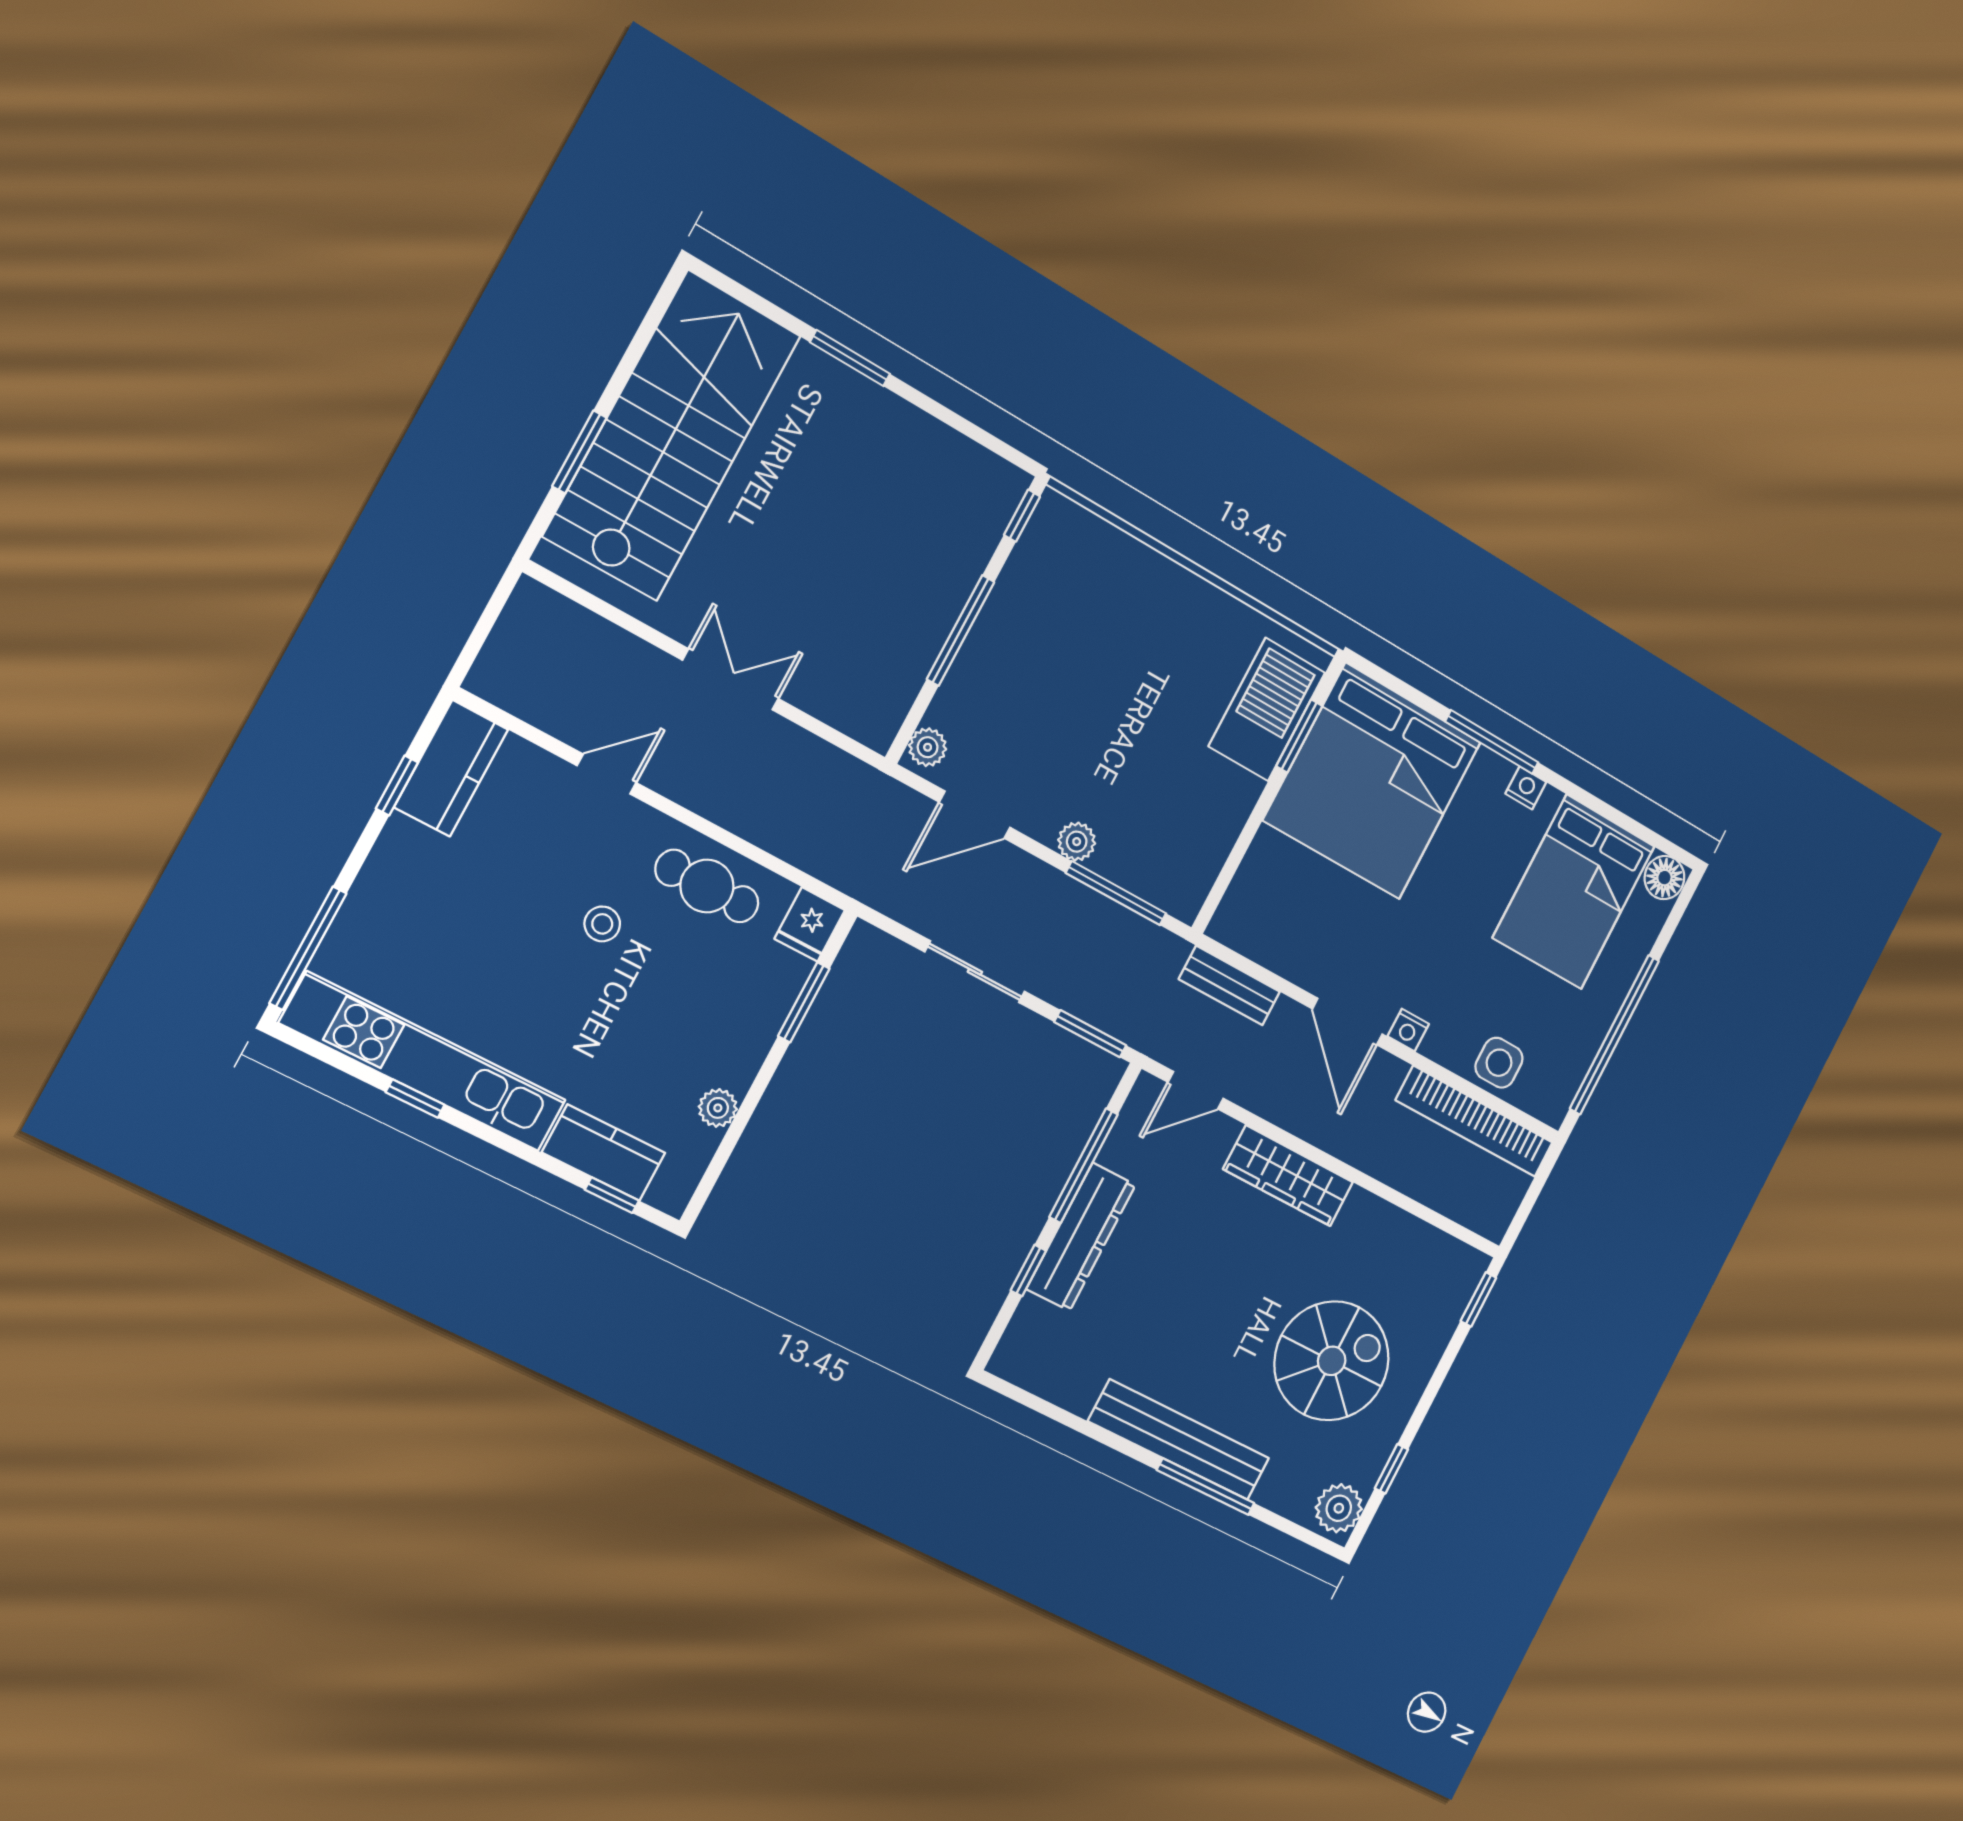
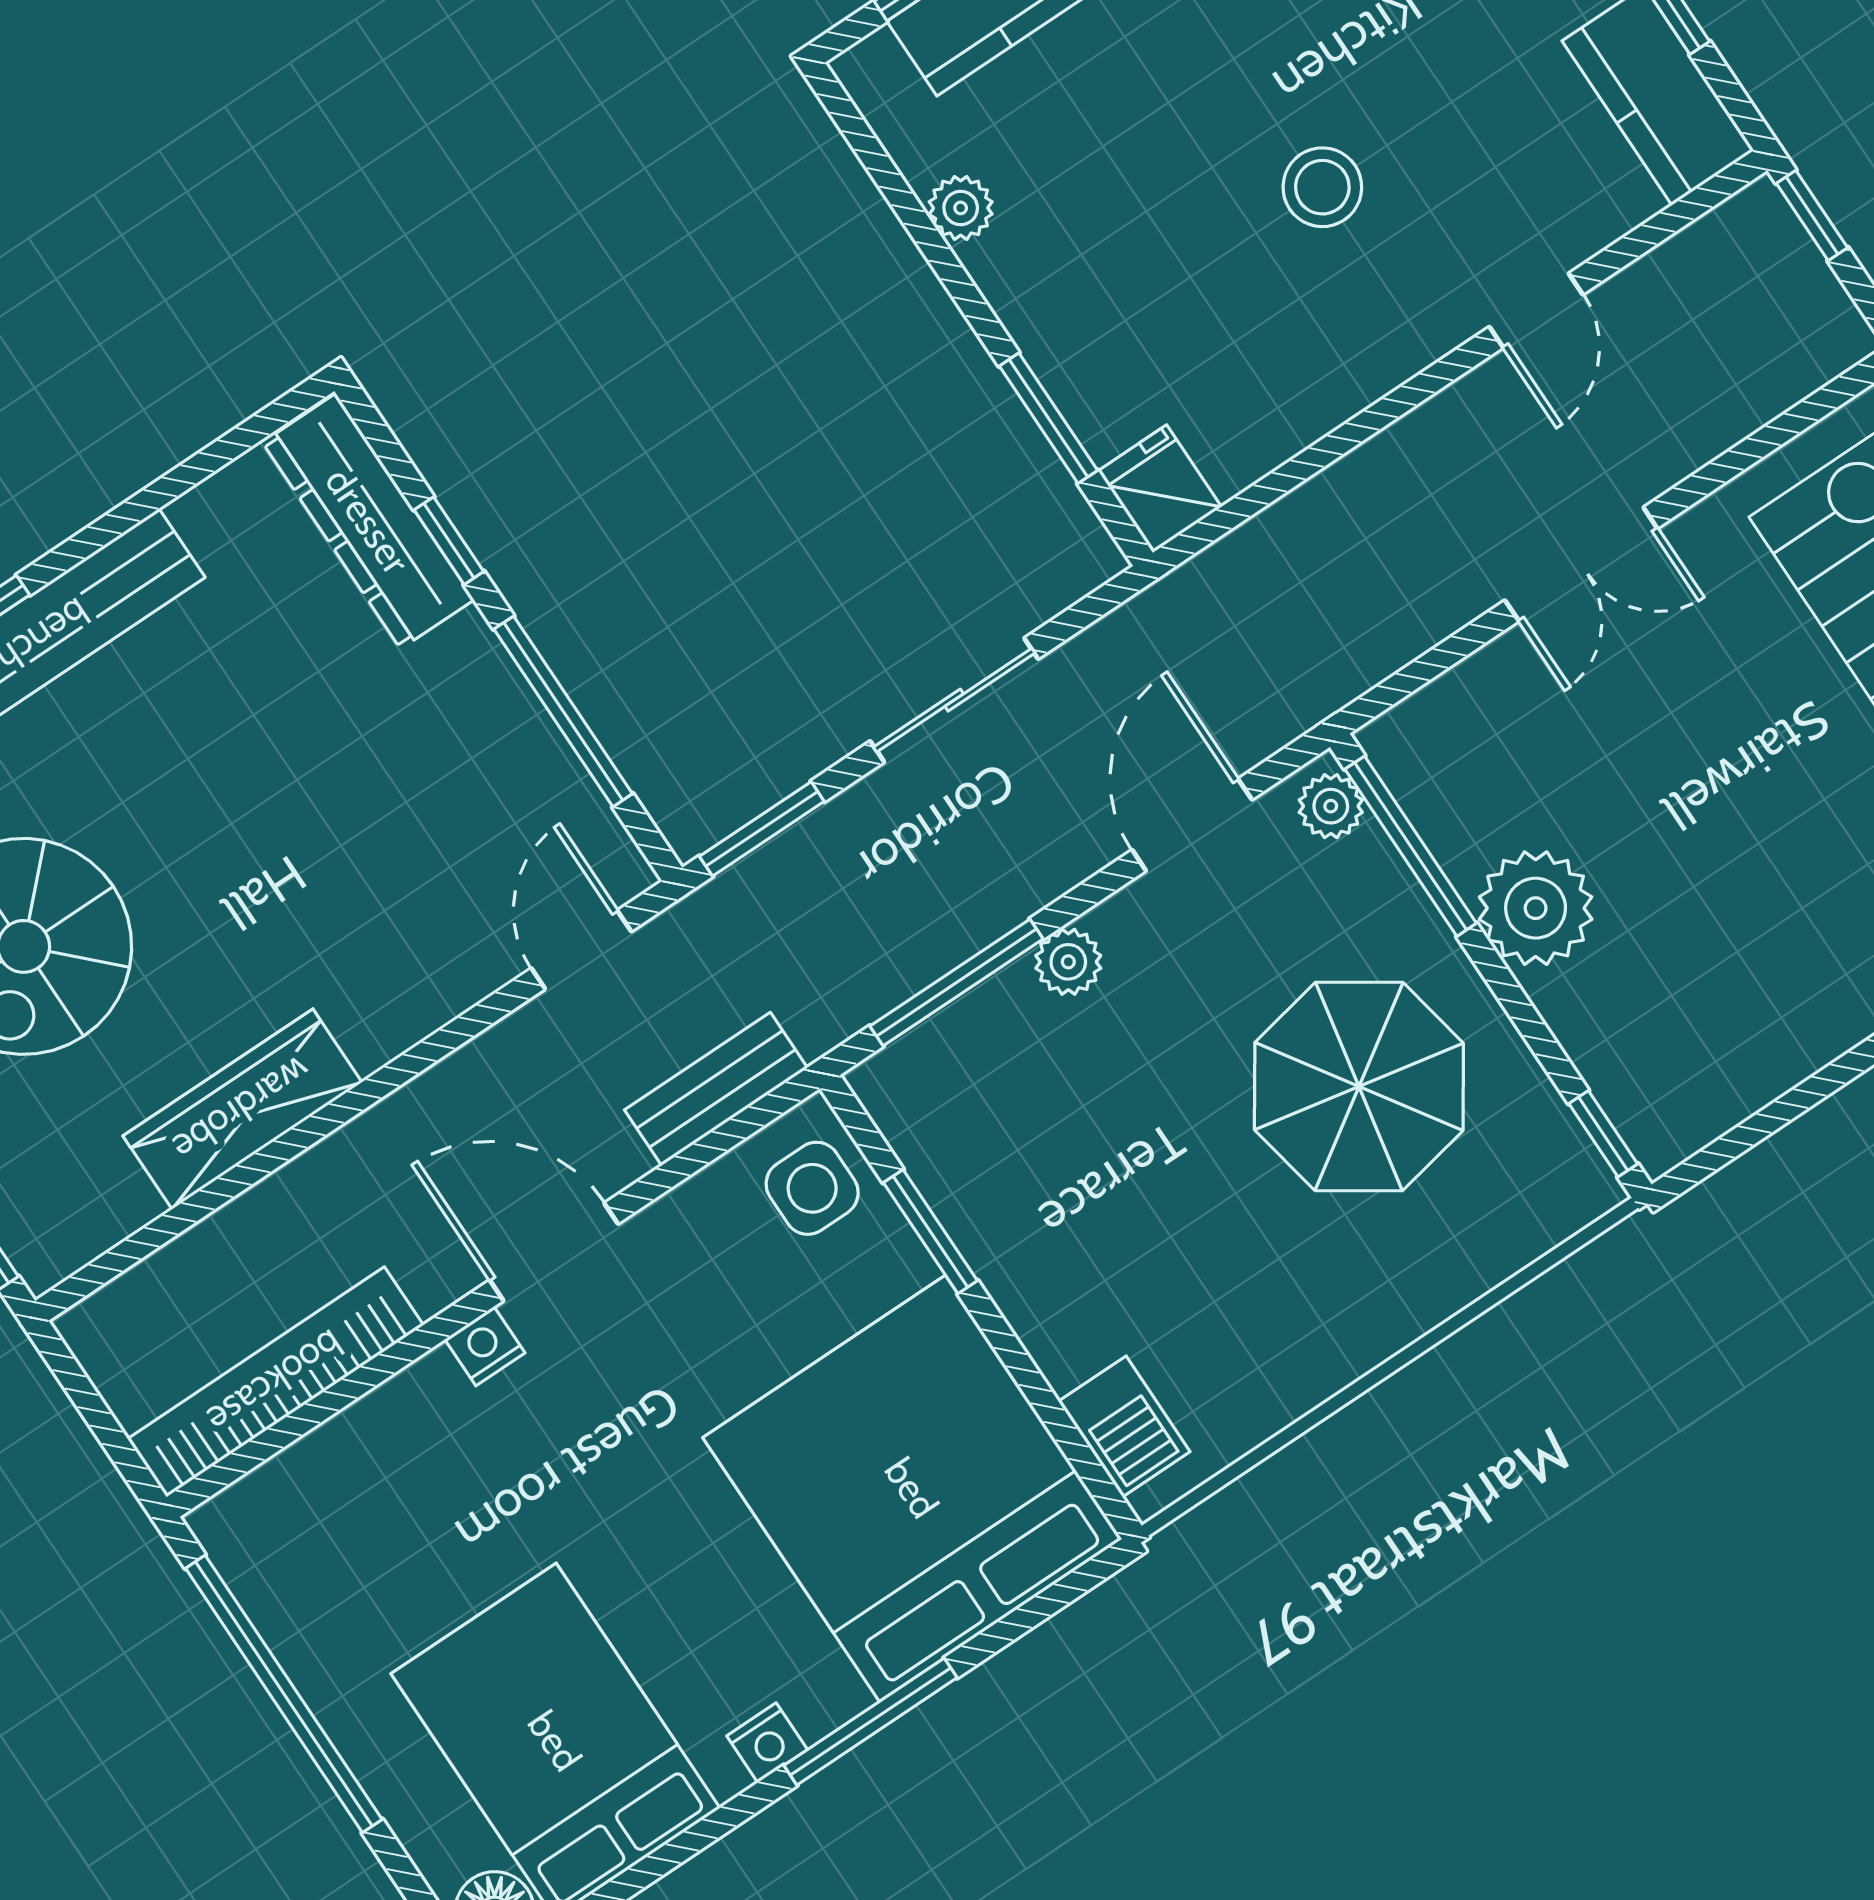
plant: (924, 611) -> (1536, 908), added
window: (961, 630) -> (1411, 846), moved
window: (471, 649) -> (1812, 215), added
parasol: (1063, 657) -> (1359, 1086), added
barbecue: (1267, 709) -> (1124, 1426), width x0.53, depth x0.65
window: (1299, 736) -> (930, 1232), moved
cafe table: (707, 886) -> (1297, 368), removed
stool: (602, 924) -> (1322, 187), width x1.37, depth x1.37
side table: (1499, 1063) -> (812, 1188), moved
wardrobe: (1288, 1176) -> (242, 1109), moved
dresser: (1081, 1237) -> (368, 521), moved

